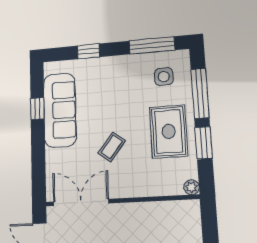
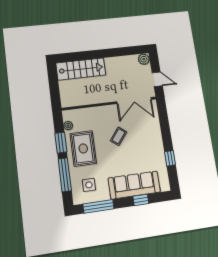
sofa: (60, 110) -> (134, 185), moved, turned 90
plant: (191, 187) -> (68, 126), moved

